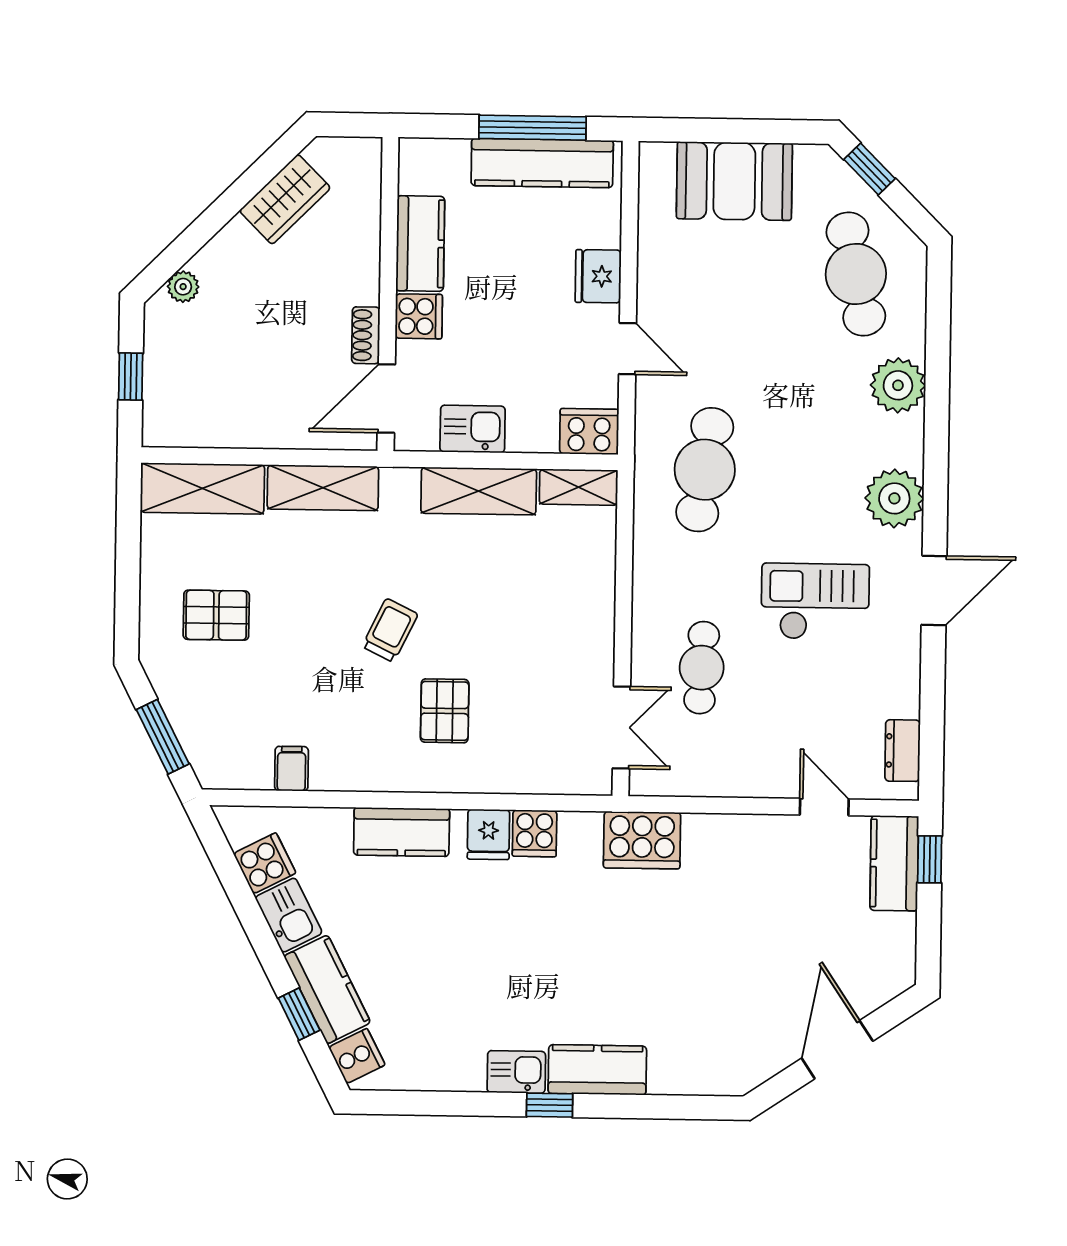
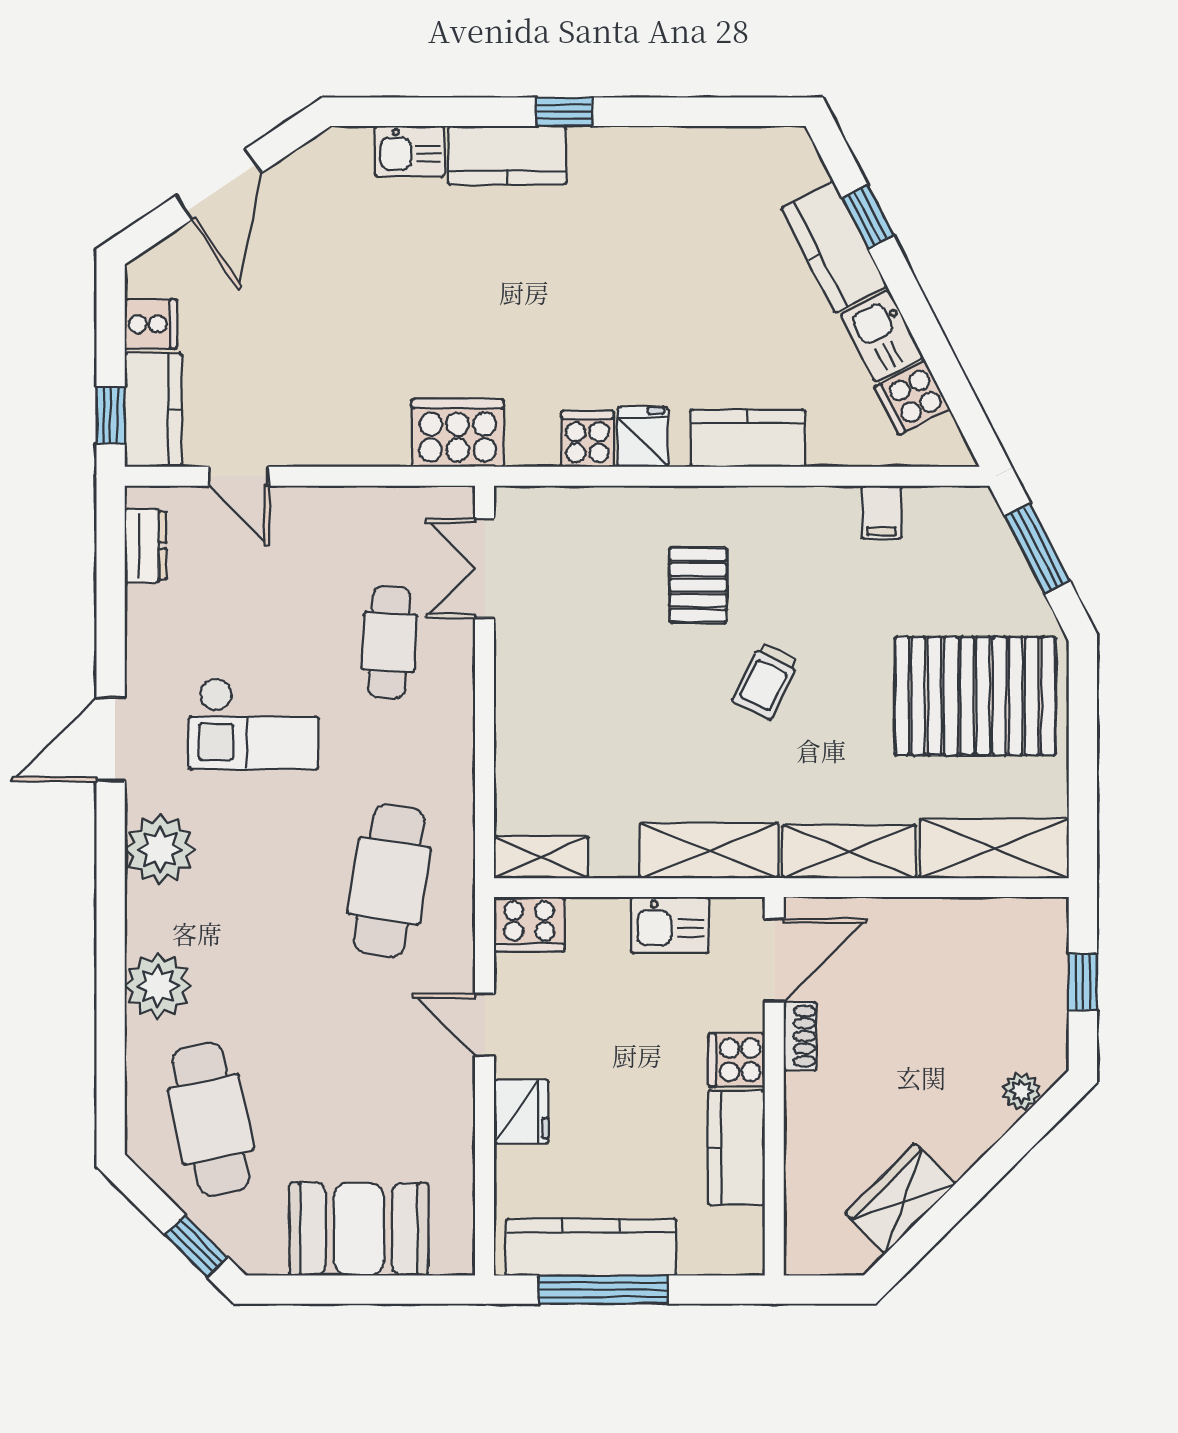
shelving: (479, 491) -> (709, 850), moved
pallet: (216, 615) -> (975, 696), width x2.05, depth x2.00
cooker: (357, 1056) -> (151, 324), moved, turned -153
kitchen sink: (516, 1072) -> (410, 151), moved

